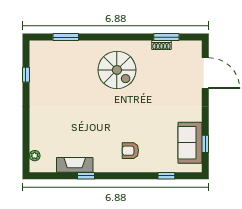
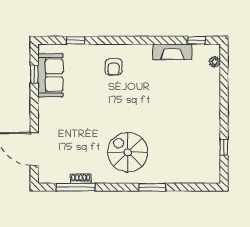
window: (66, 37) -> (152, 187), moved
window: (166, 37) -> (75, 187), width x1.44
armchair: (130, 151) -> (114, 67), turned 90
window: (86, 176) -> (196, 40), moved

